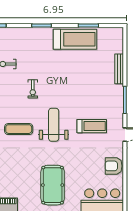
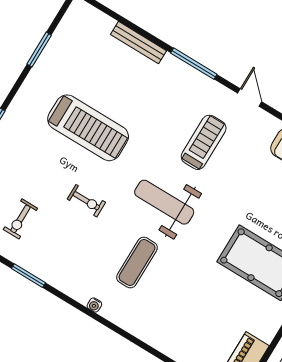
treadmill: (75, 39) -> (88, 128), moved, turned 90

